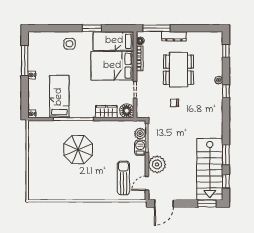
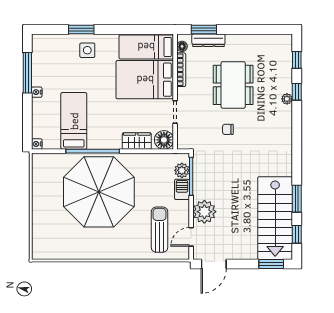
window: (92, 28) -> (81, 29), moved
window: (157, 28) -> (204, 29), width x0.69
dresser: (174, 36) -> (208, 40), moved
window: (226, 91) -> (297, 92), moved
parasol: (78, 150) -> (99, 192), width x1.86, depth x1.86

